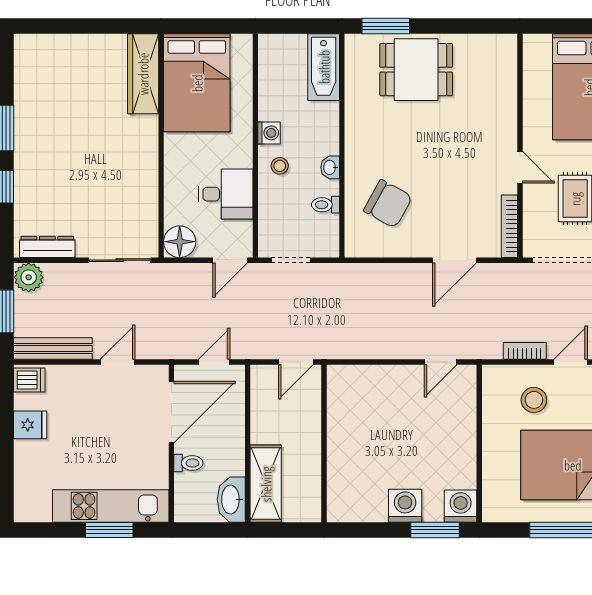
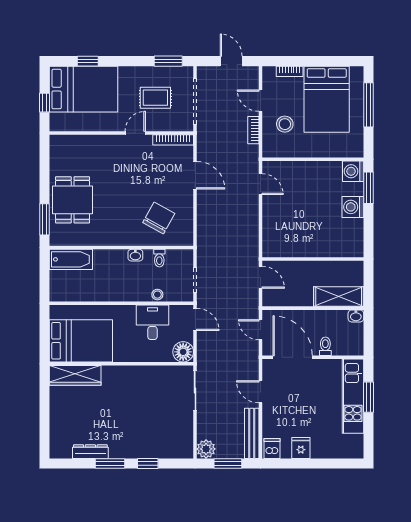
window: (567, 26) -> (45, 103), added
washing machine: (269, 133) -> (113, 294), removed
stool: (280, 166) -> (157, 295), moved
dresser: (47, 247) -> (90, 452), moved, turned 90
washbasin: (231, 500) -> (356, 316), width x0.52, depth x0.69

